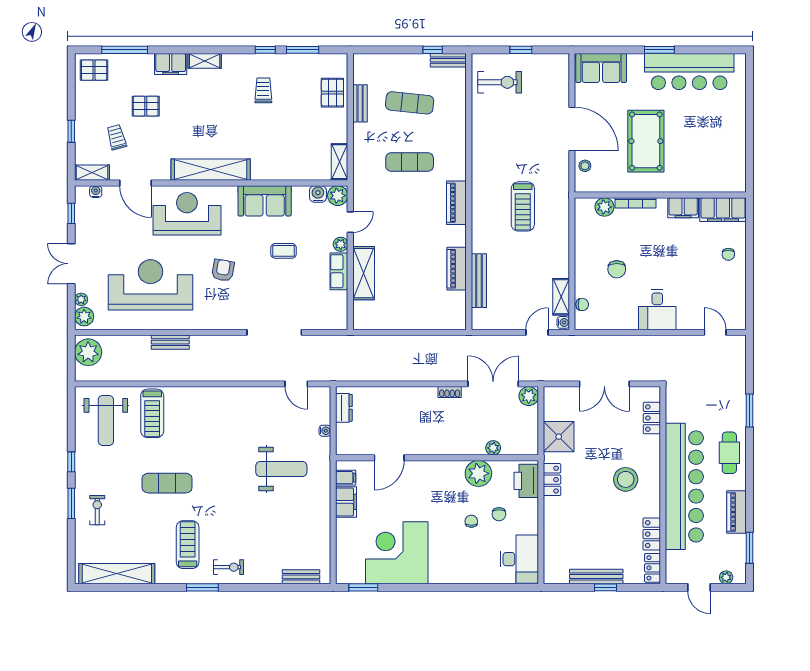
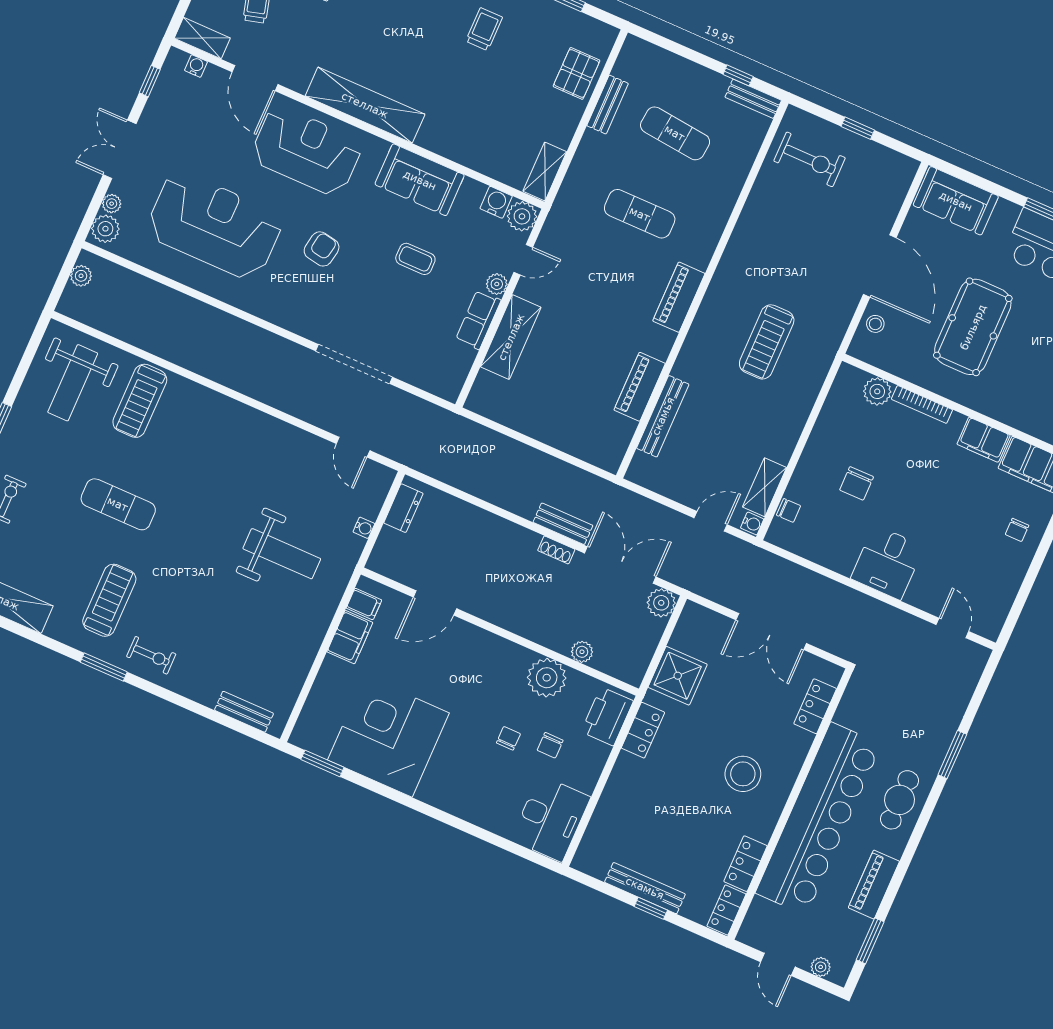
bench: (170, 342) -> (563, 524), moved
plant: (88, 352) -> (81, 276), width x0.53, depth x0.53

